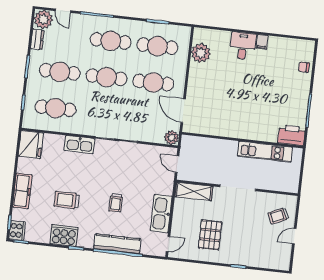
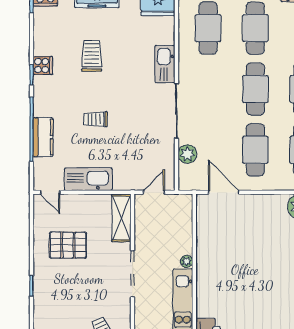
door: (183, 111) -> (224, 192), hinge flipped
plant: (172, 138) -> (187, 154), moved
plant: (233, 145) -> (187, 261), added
cooker: (64, 236) -> (43, 66), width x0.53, depth x0.76
kitchen counter: (117, 244) -> (43, 137), width x0.67

